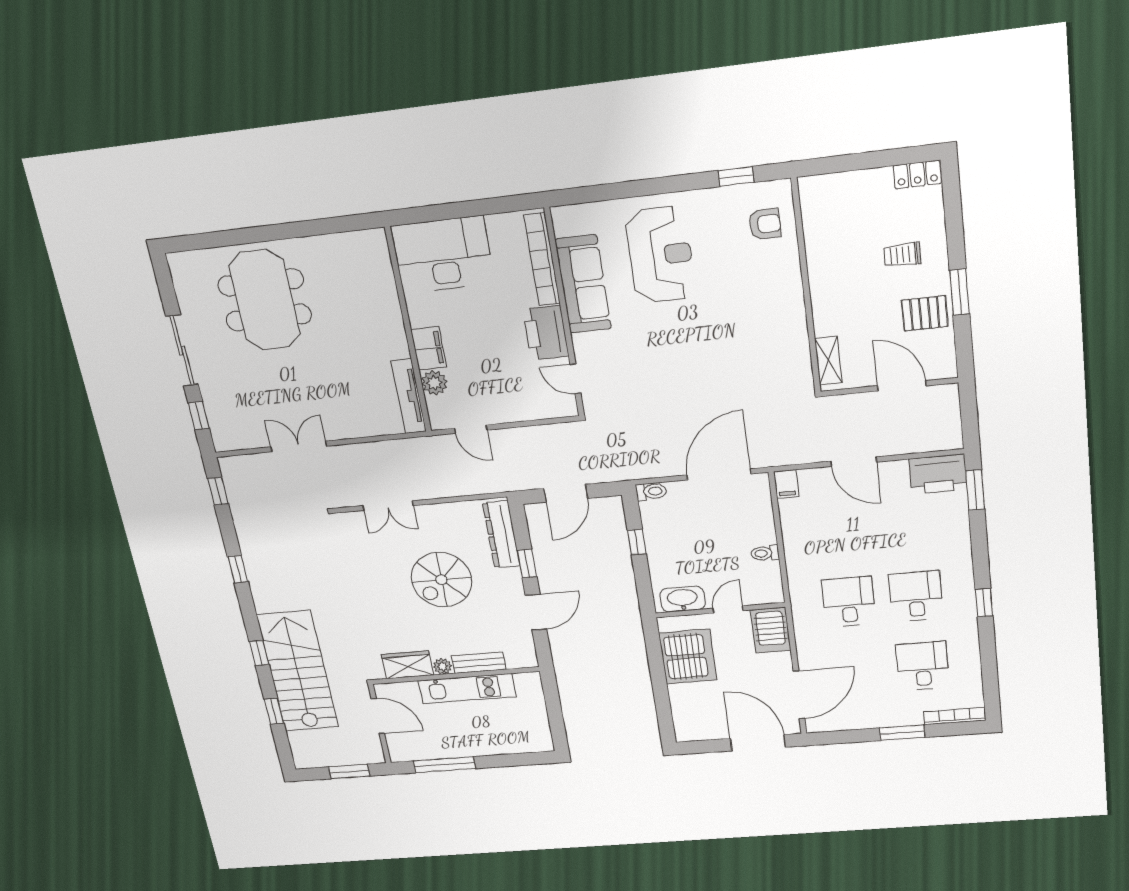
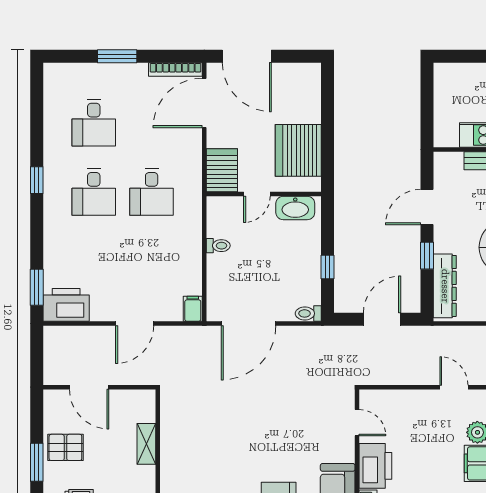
shelving: (828, 361) -> (146, 444), moved
door: (854, 462) -> (135, 323), swing flipped
bookcase: (955, 716) -> (175, 69), moved

